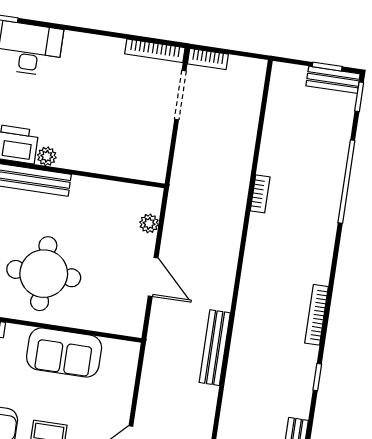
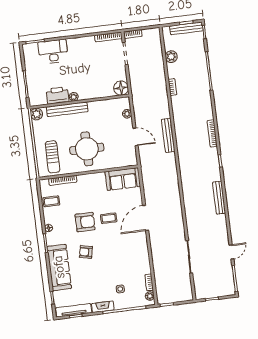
bench: (333, 80) -> (186, 28), width x1.36
plant: (276, 129) -> (171, 57), added
floor lamp: (151, 166) -> (121, 88), added
bench: (215, 348) -> (168, 135), moved
sofa: (64, 353) -> (123, 179), moved

